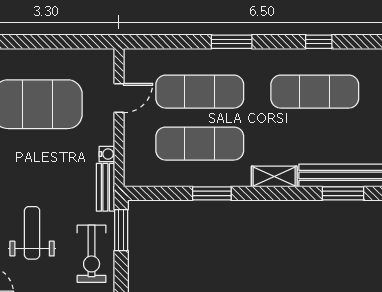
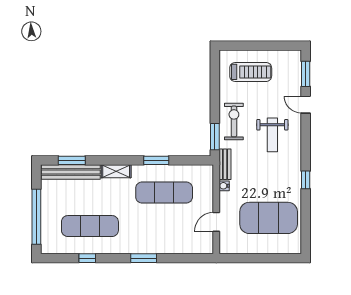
exercise mat: (200, 92) -> (164, 226), removed

